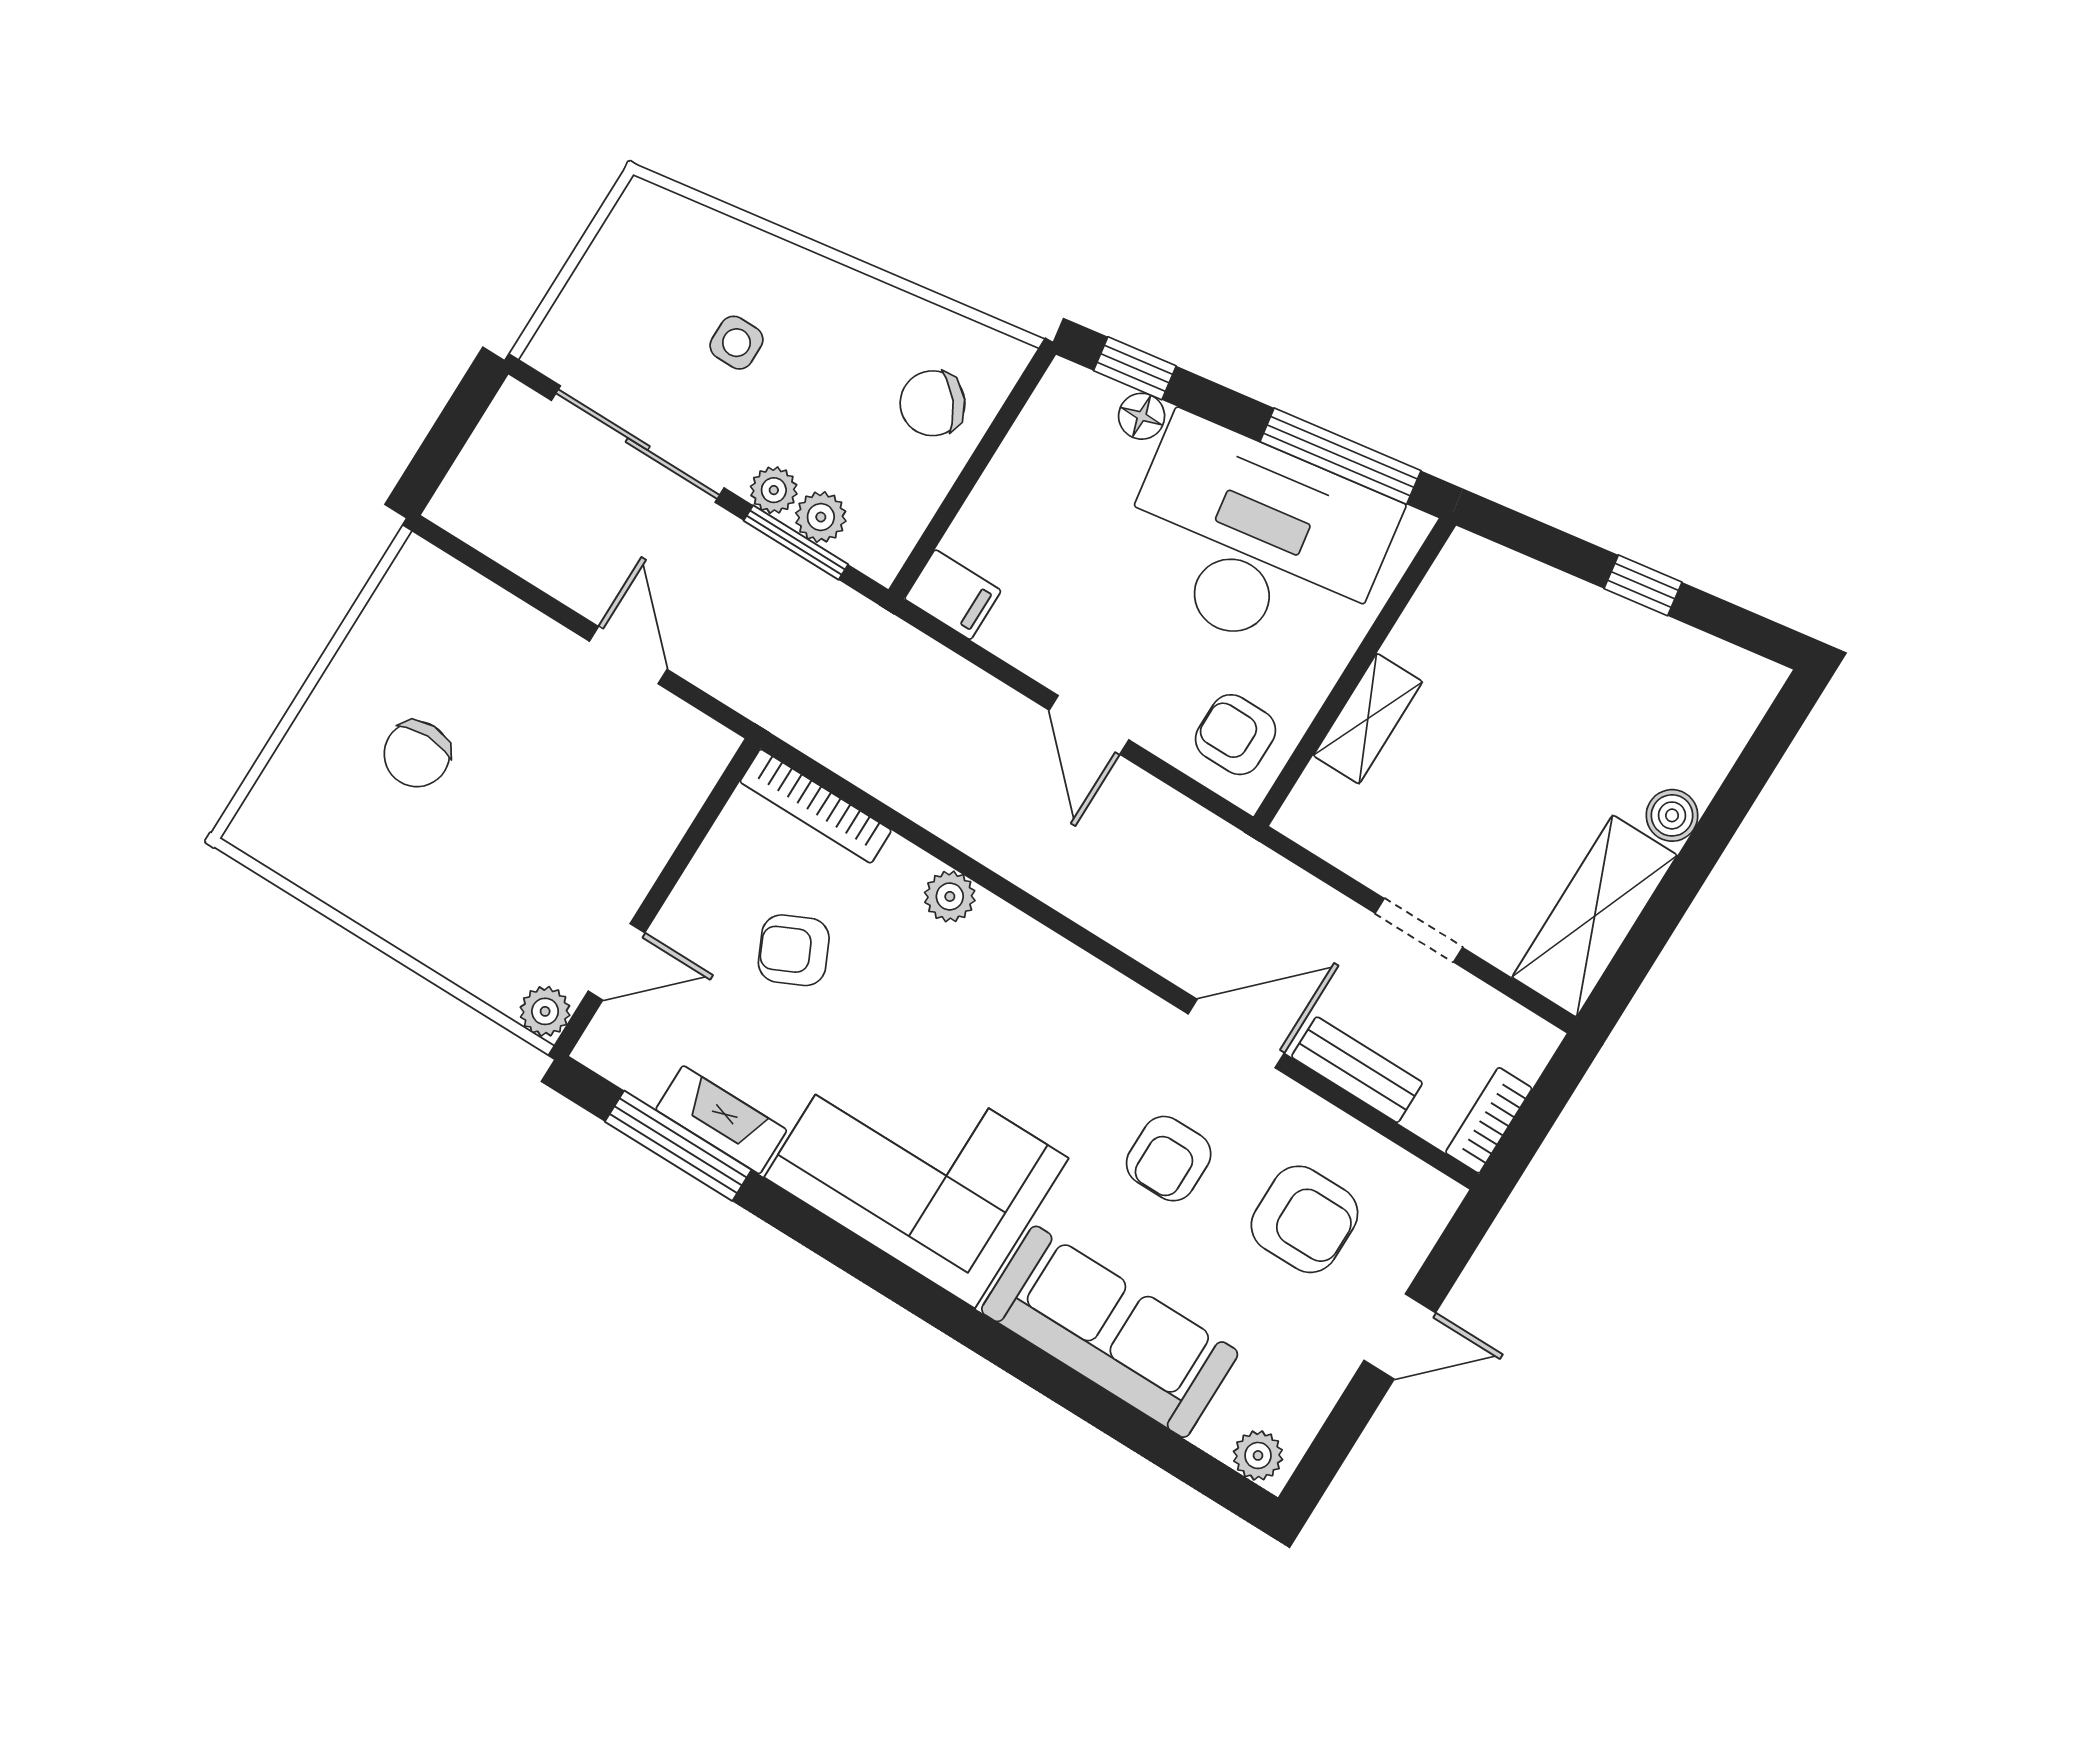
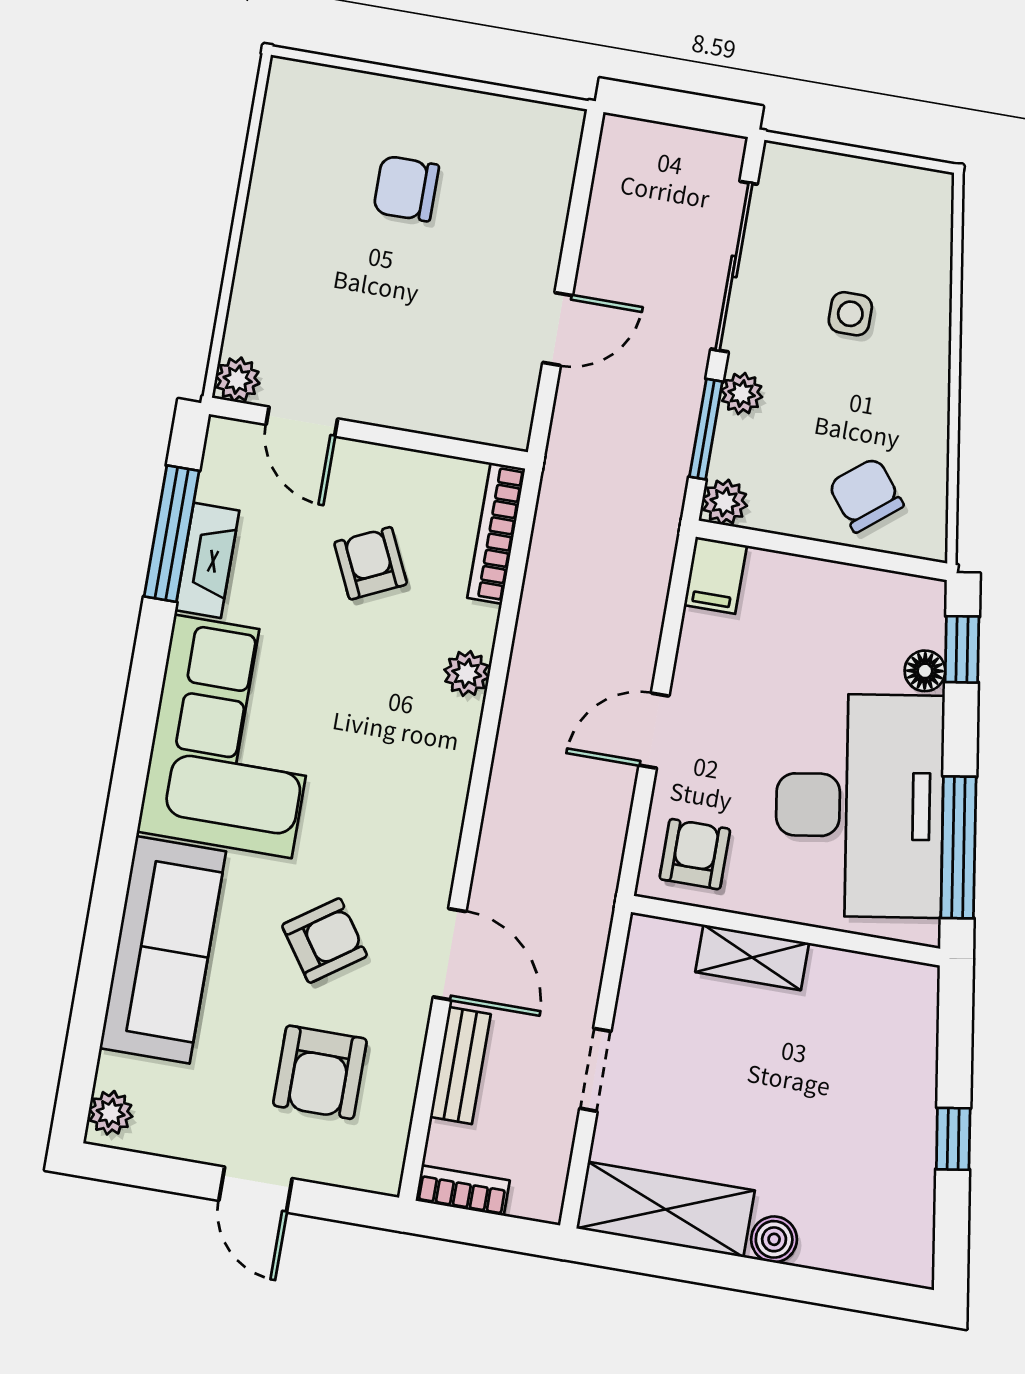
plant: (821, 517) -> (725, 502), moved
armchair: (1169, 1159) -> (325, 941), turned 145

